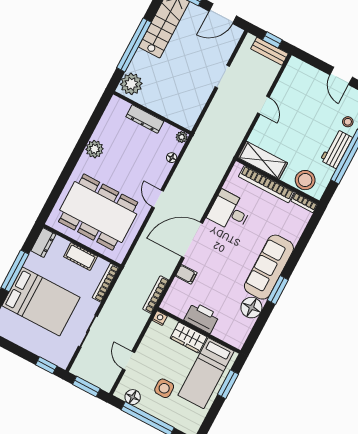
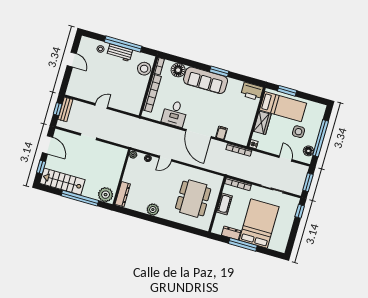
door: (341, 76) -> (72, 60), hinge flipped
dresser: (145, 119) -> (123, 194), moved
shelving: (263, 160) -> (137, 99), removed
door: (158, 199) -> (165, 159), moved
dining table: (98, 212) -> (193, 199), width x0.73, depth x0.80
dresser: (43, 243) -> (231, 233), moved
floor lamp: (251, 308) -> (178, 70), moved
printer: (202, 318) -> (252, 91), moved, turned -90
door: (129, 361) -> (286, 159), swing flipped

